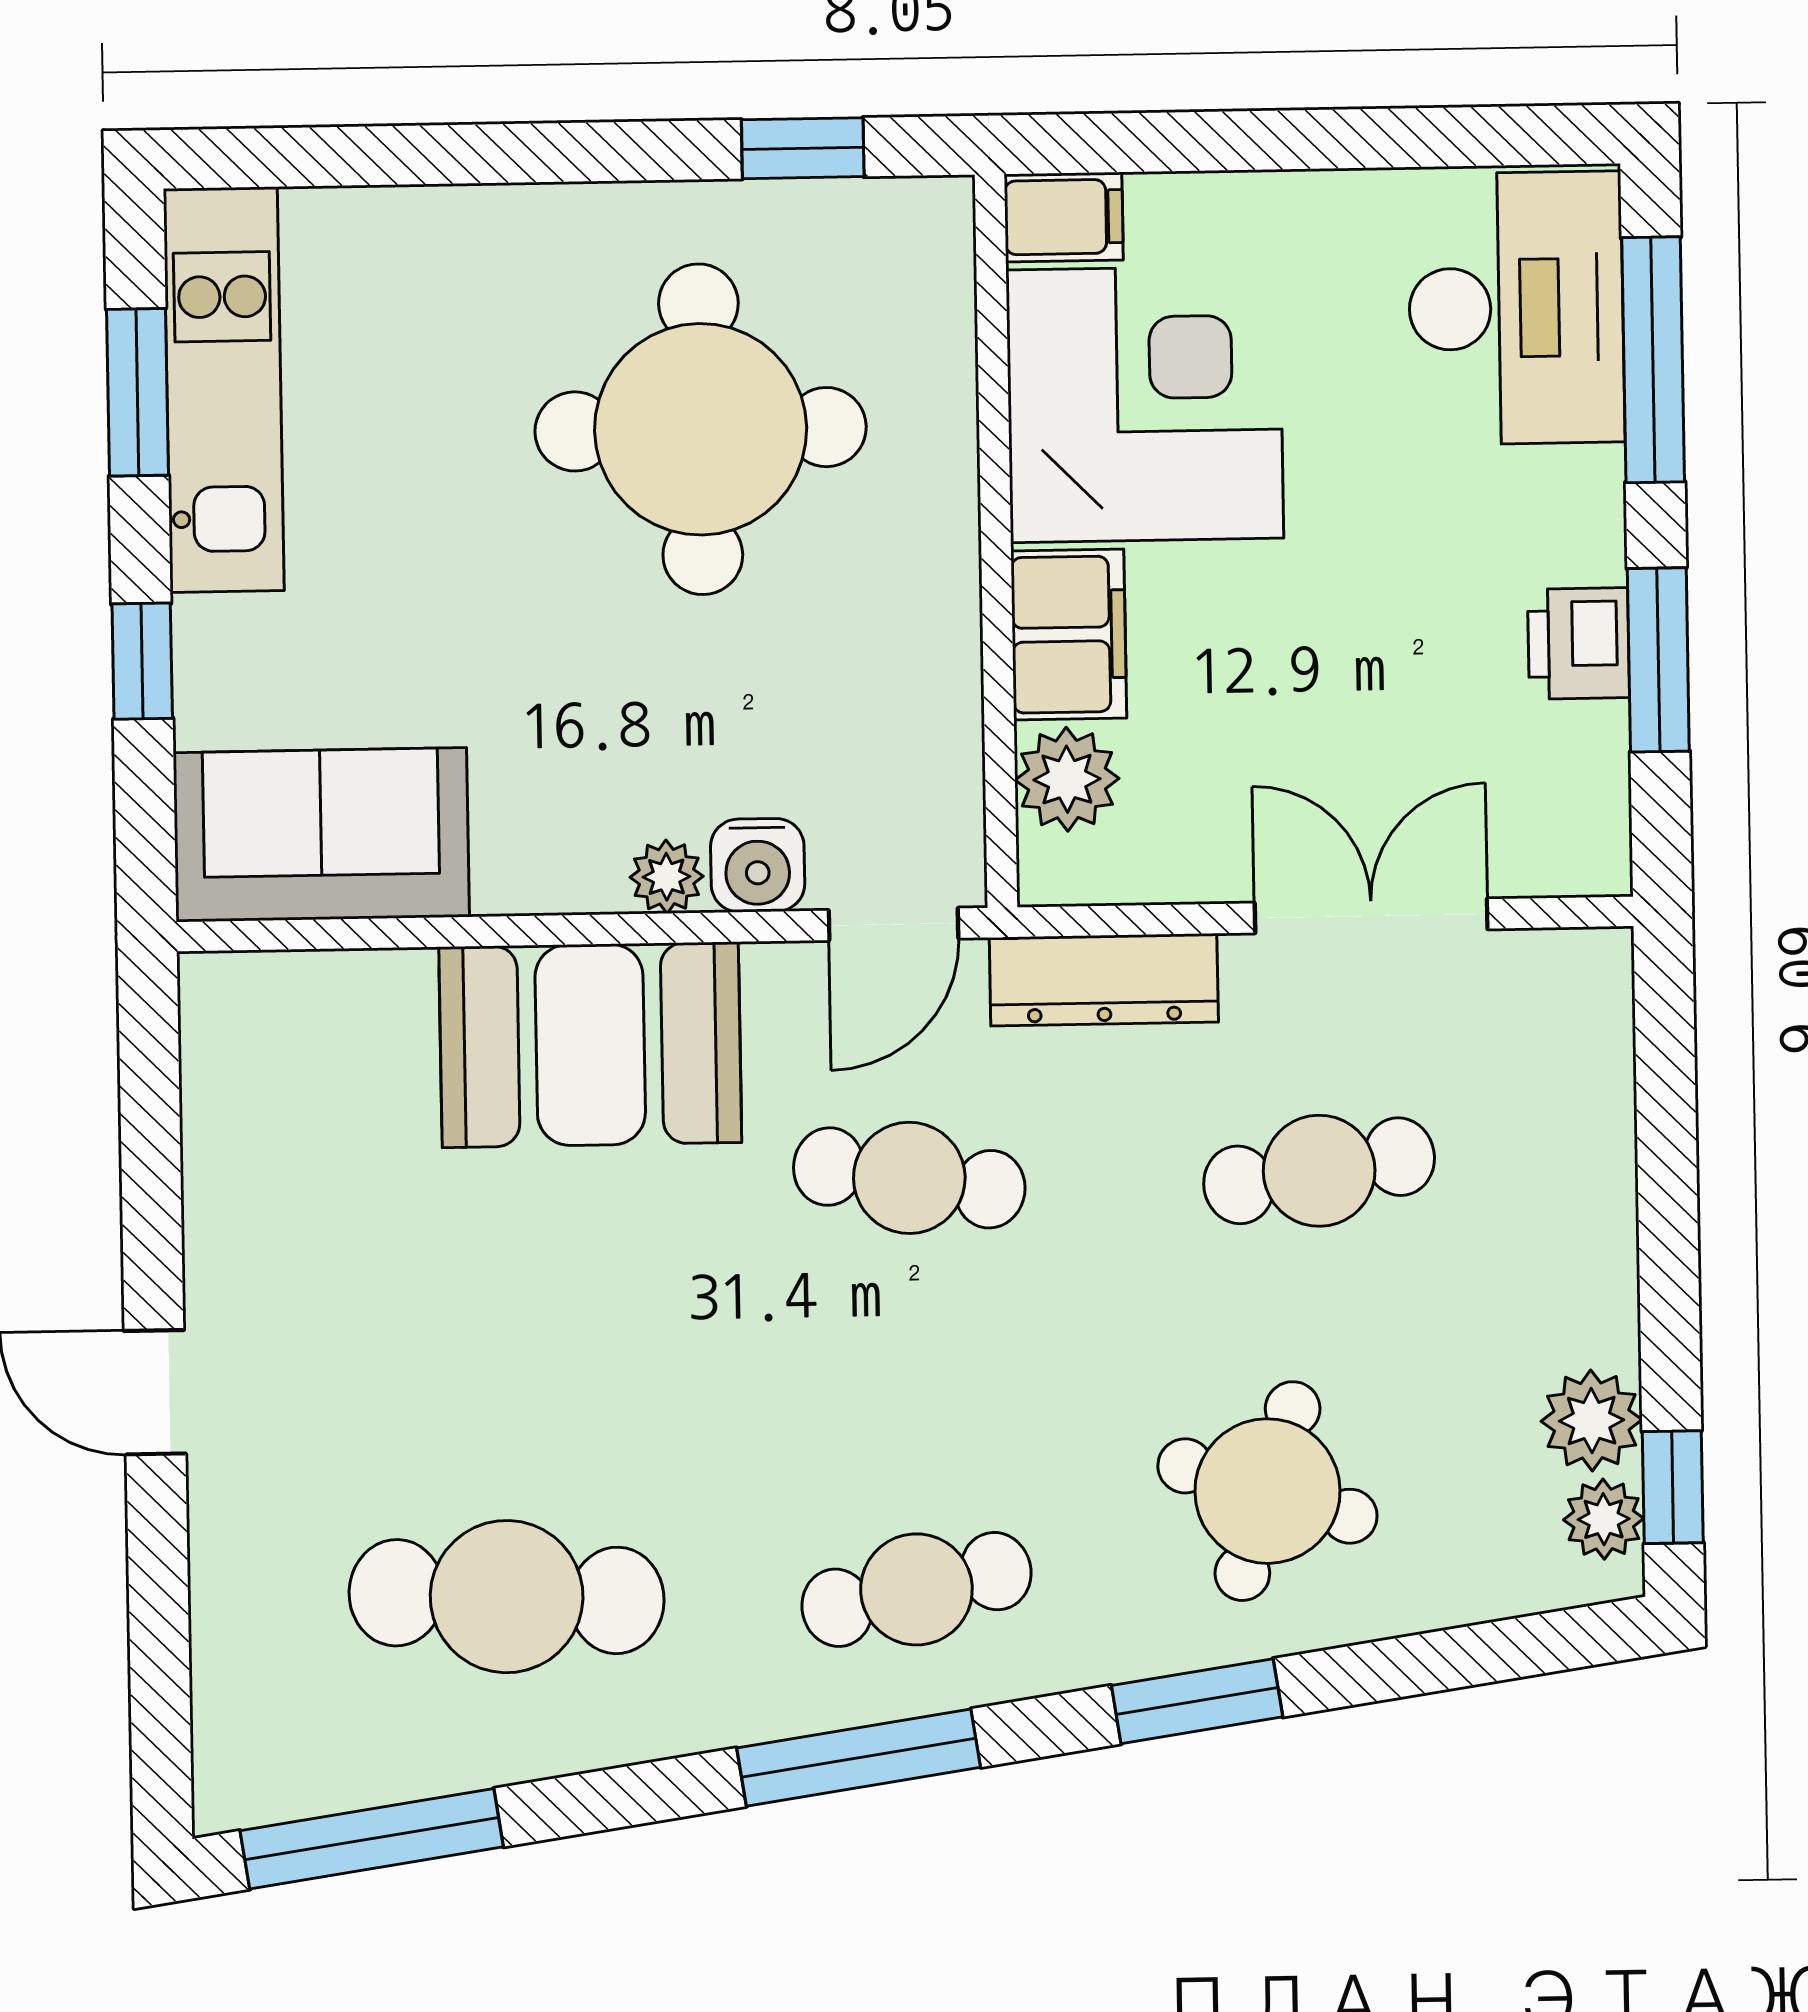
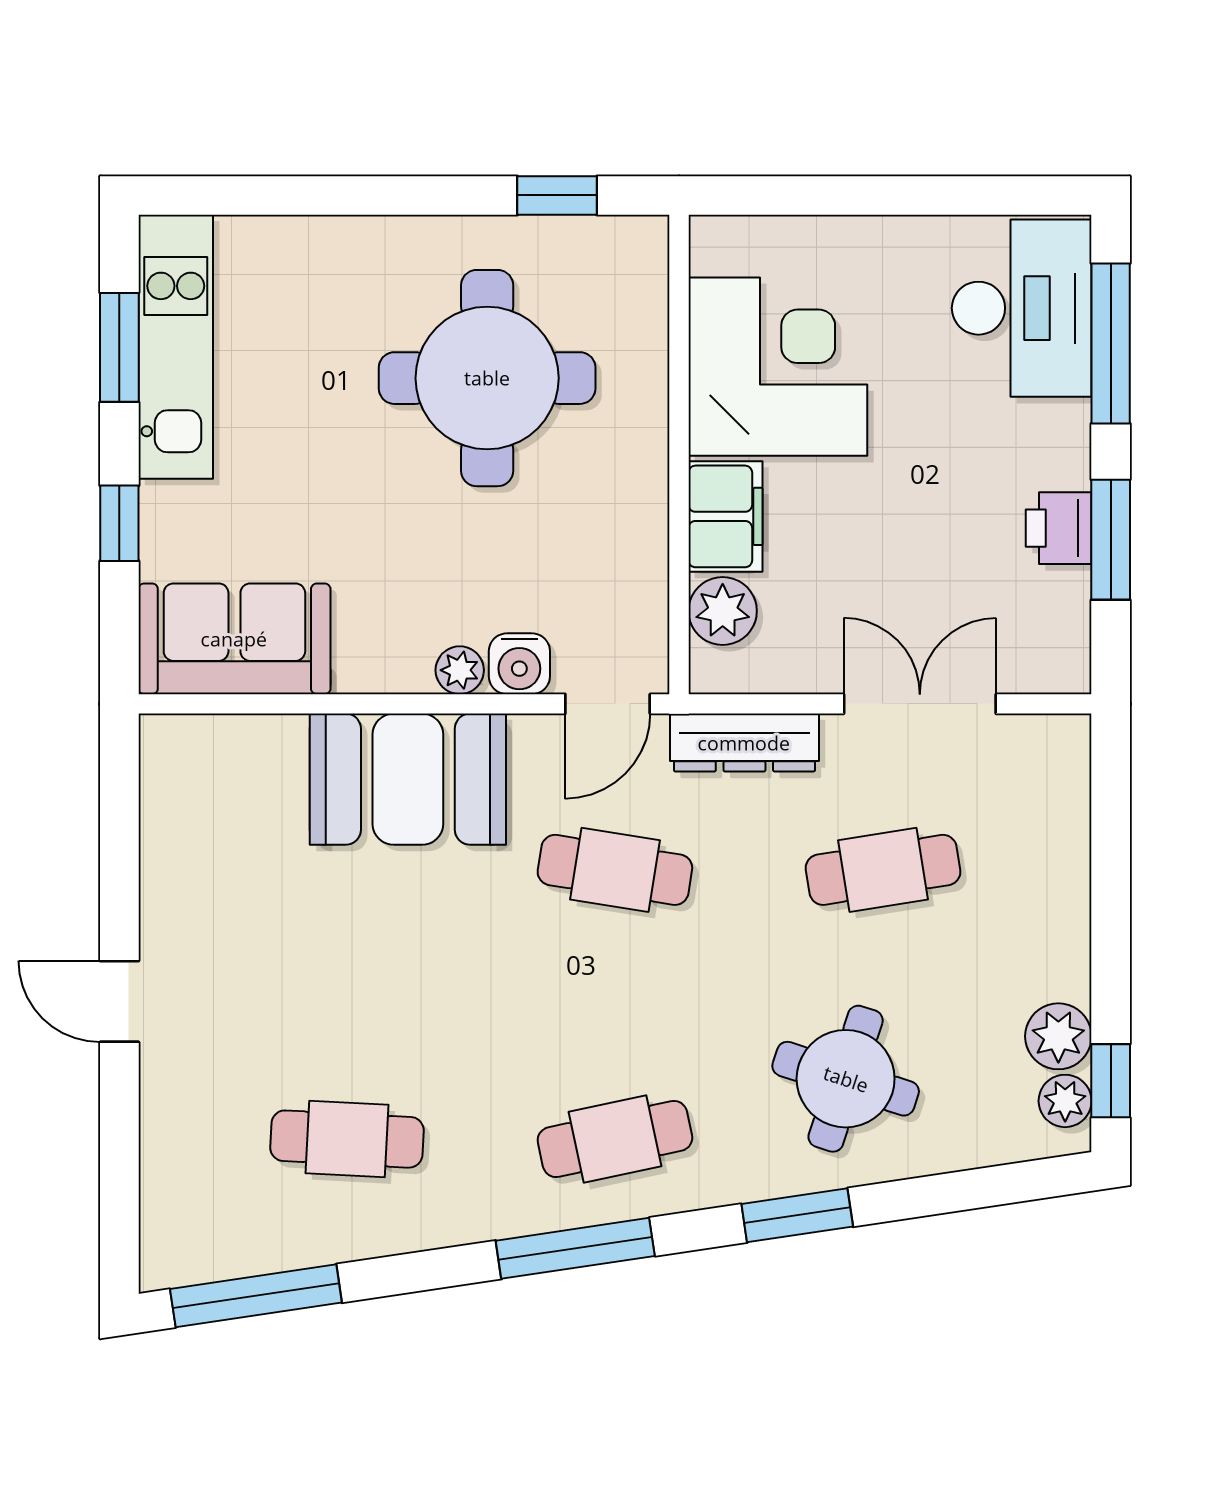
filing cabinet: (1064, 217) -> (727, 243), removed
cafe table: (507, 1597) -> (347, 1139), width x0.73, depth x0.74

